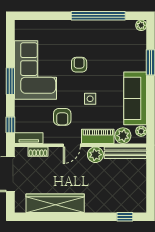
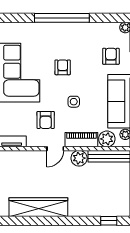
window: (98, 16) -> (62, 18), moved
armchair: (127, 54) -> (111, 56), added
shoe rack: (38, 152) -> (21, 155), removed

